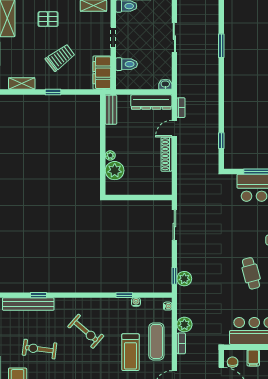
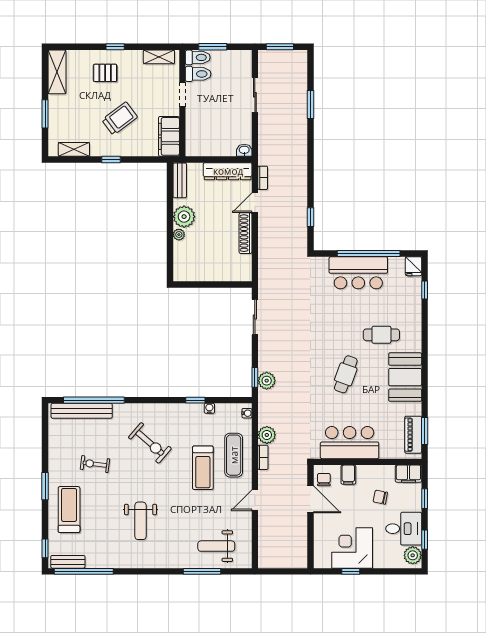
toilet: (127, 64) -> (198, 74), moved
plant: (115, 171) -> (184, 217), moved
cafe table: (251, 273) -> (346, 374), turned 35
window: (38, 295) -> (94, 400), width x3.17
exercise bike: (39, 349) -> (95, 464), width x0.73, depth x0.72

